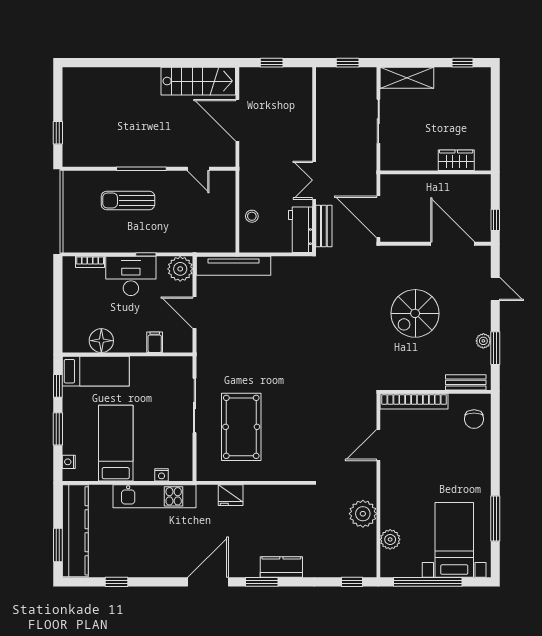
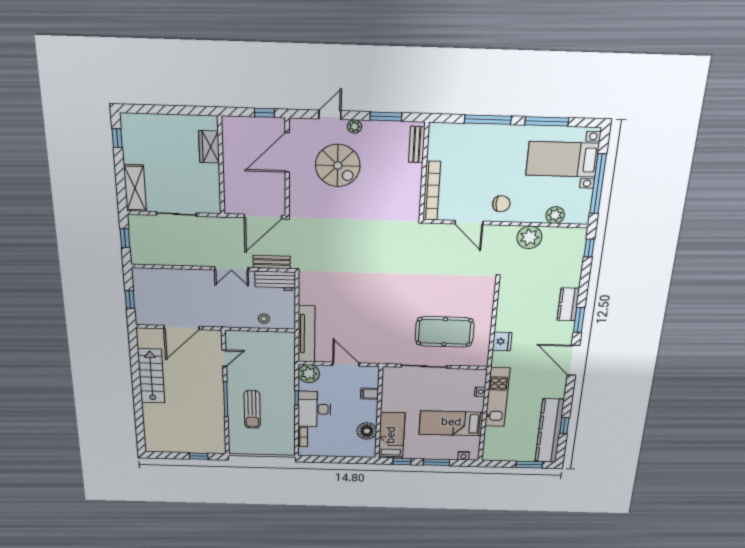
stairs: (198, 81) -> (151, 376), moved
door: (194, 313) -> (346, 364), swing flipped
spiral stairs: (415, 313) -> (338, 165), moved
plant: (483, 341) -> (355, 126), moved
chair: (474, 419) -> (501, 204), moved
window: (495, 456) -> (488, 120), added
kitchen counter: (75, 531) -> (549, 431), moved, turned -90

